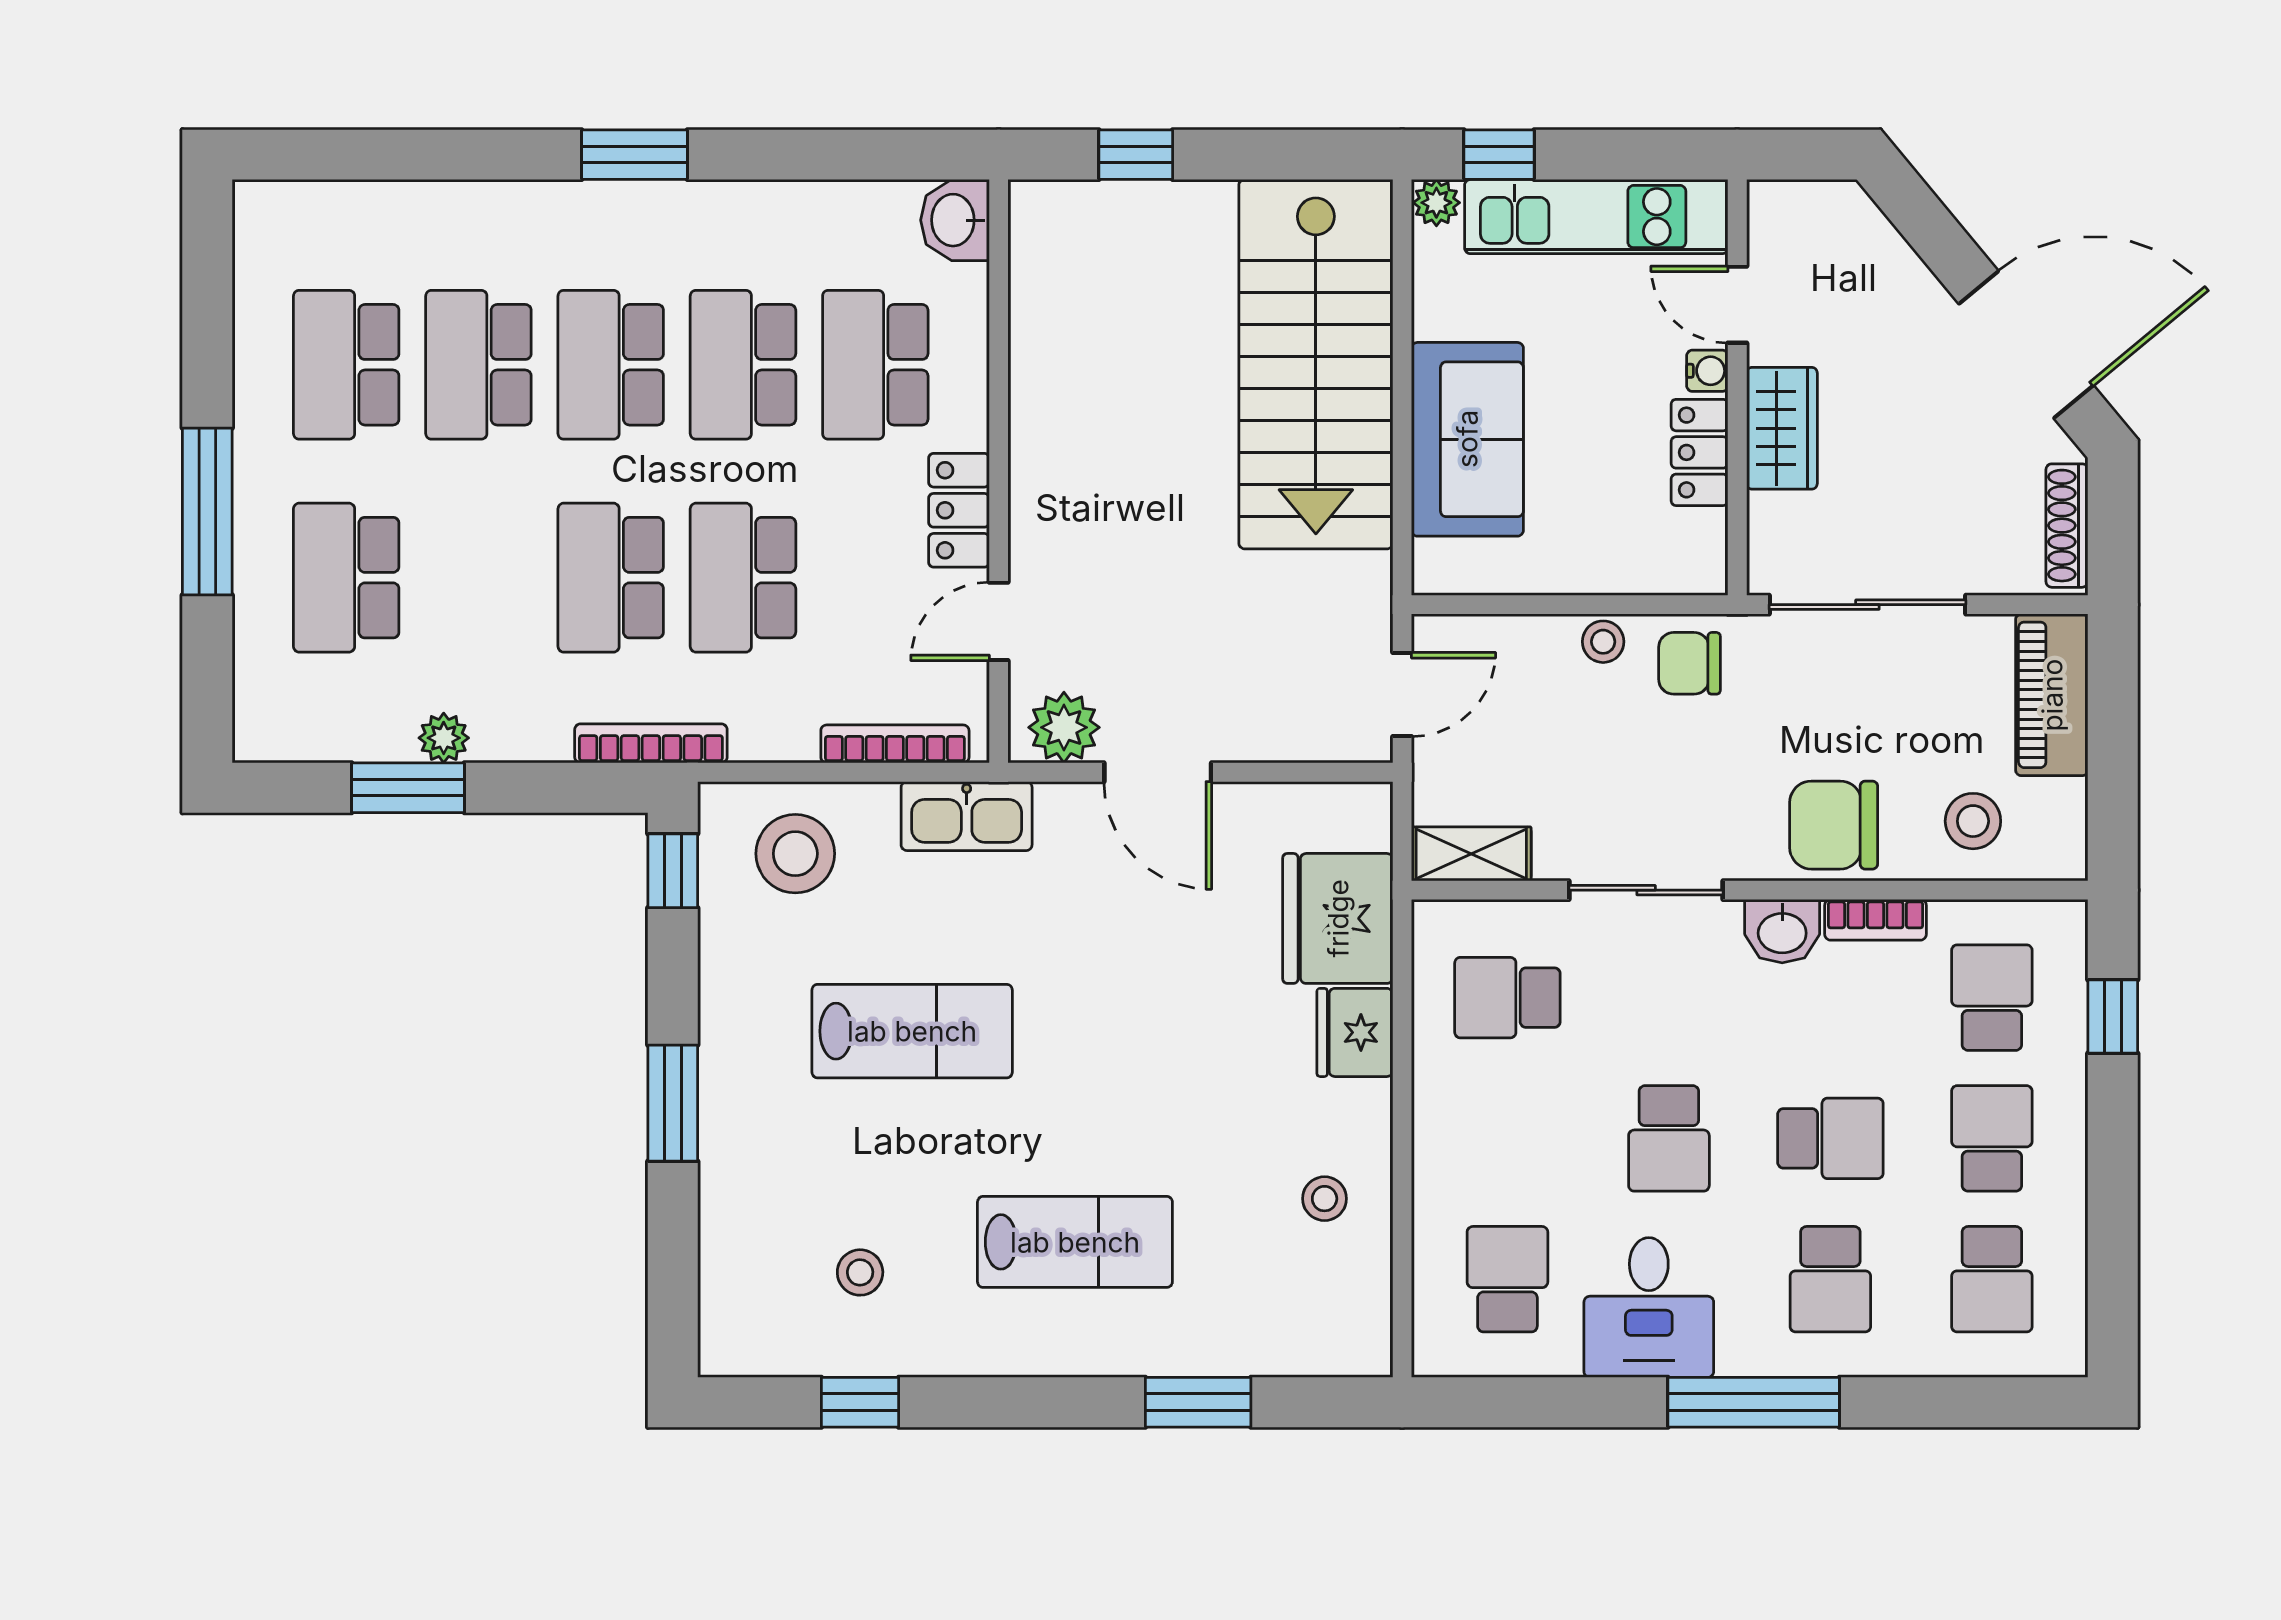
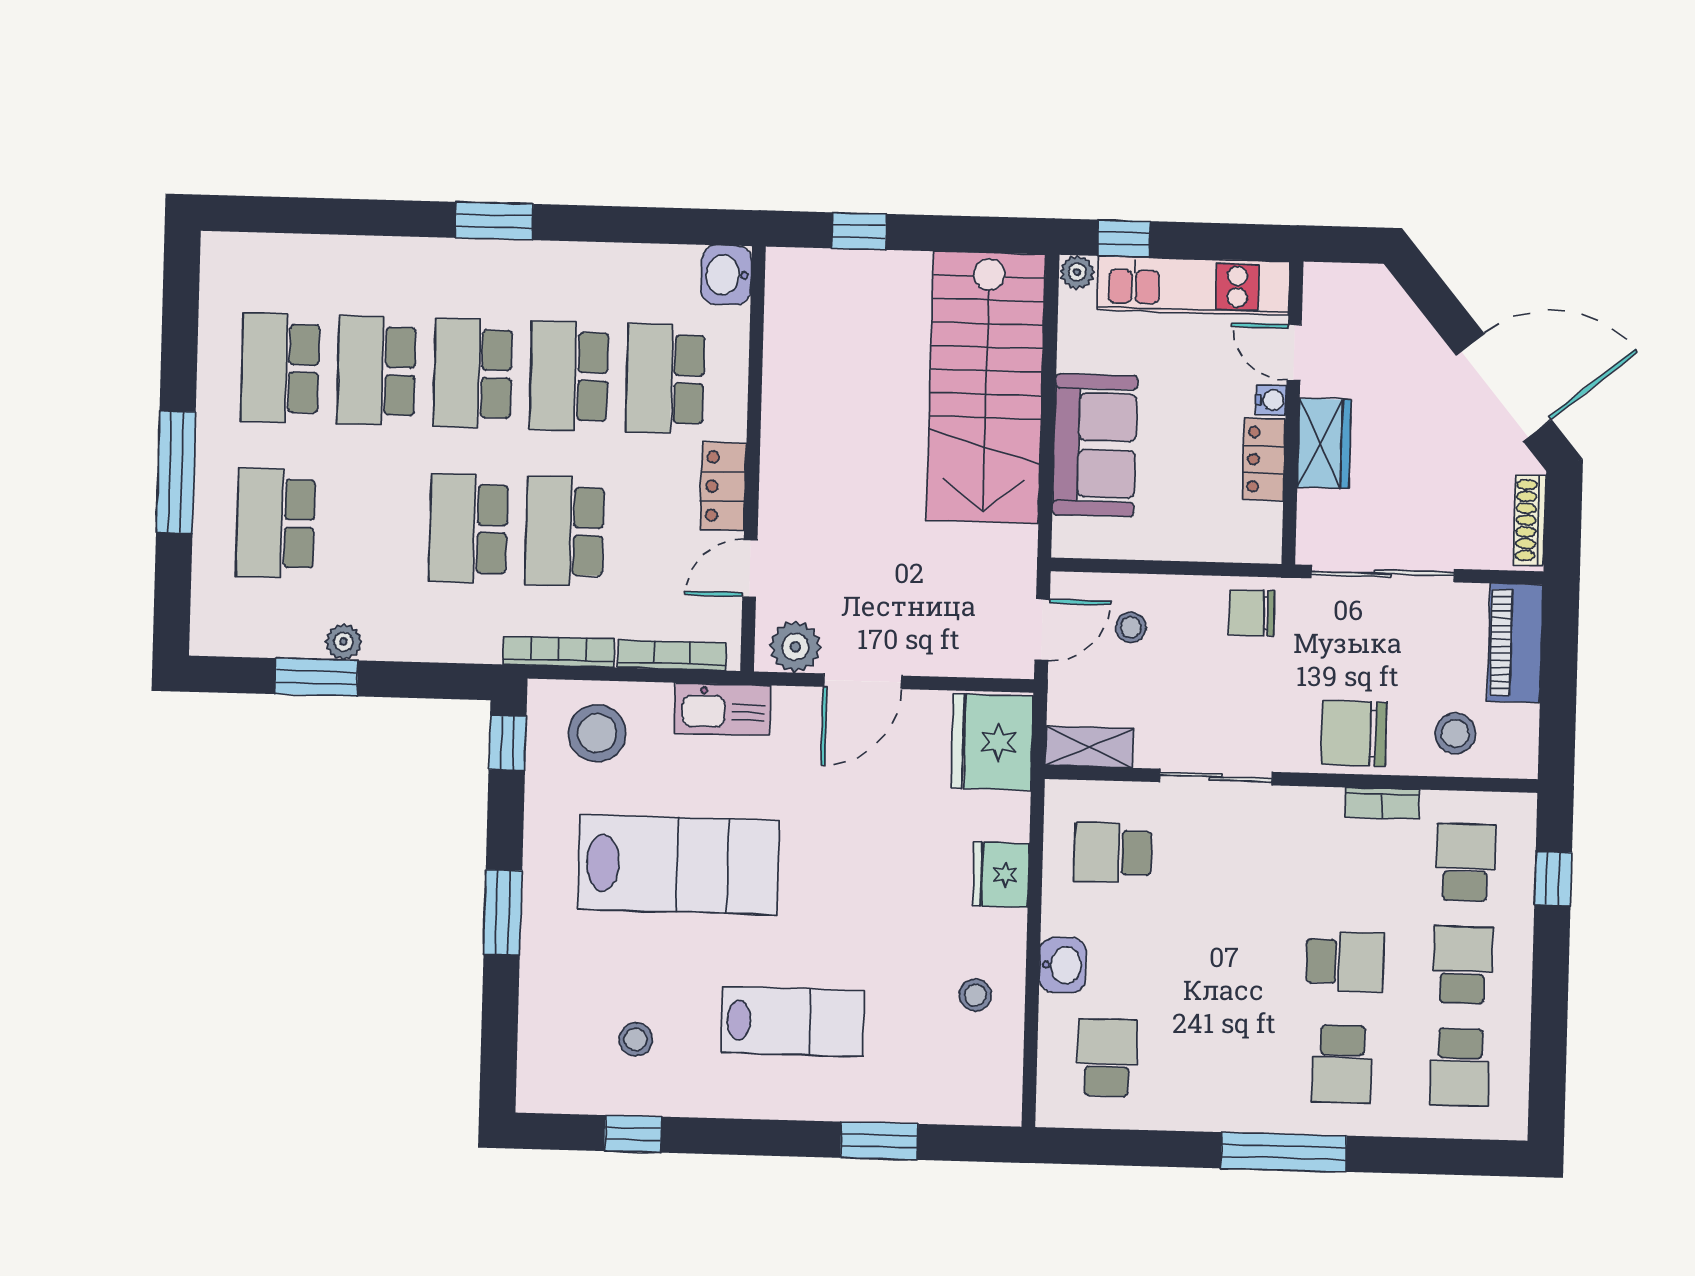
stool: (1603, 642) -> (1131, 627), moved
bookcase: (651, 743) -> (559, 652), moved
door: (1158, 772) -> (863, 681), hinge flipped
fridge: (1338, 918) -> (992, 742), moved
washbasin: (1782, 931) -> (1063, 965), moved, turned -90
lab bench: (912, 1031) -> (679, 865), width x1.36, depth x1.39
school desk: (1669, 1138) -> (1227, 958), removed
desk: (1649, 1307) -> (1209, 1081), removed

